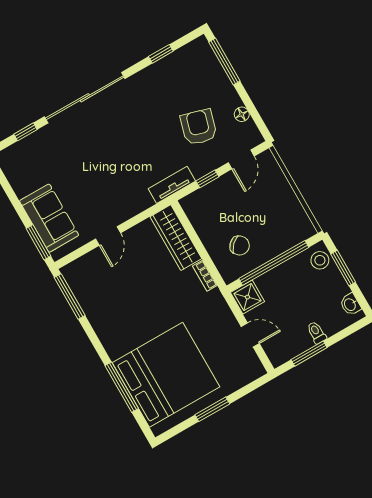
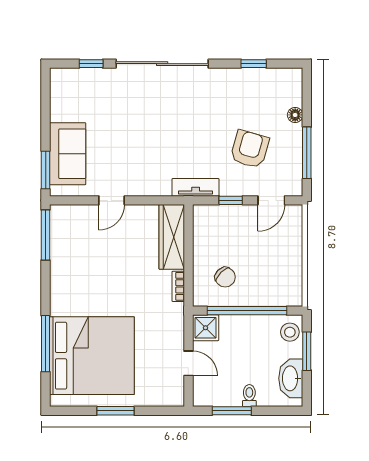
window: (224, 61) -> (307, 153), moved
floor lamp: (242, 114) -> (295, 115), moved
washbasin: (350, 304) -> (291, 378), width x1.91, depth x1.45

